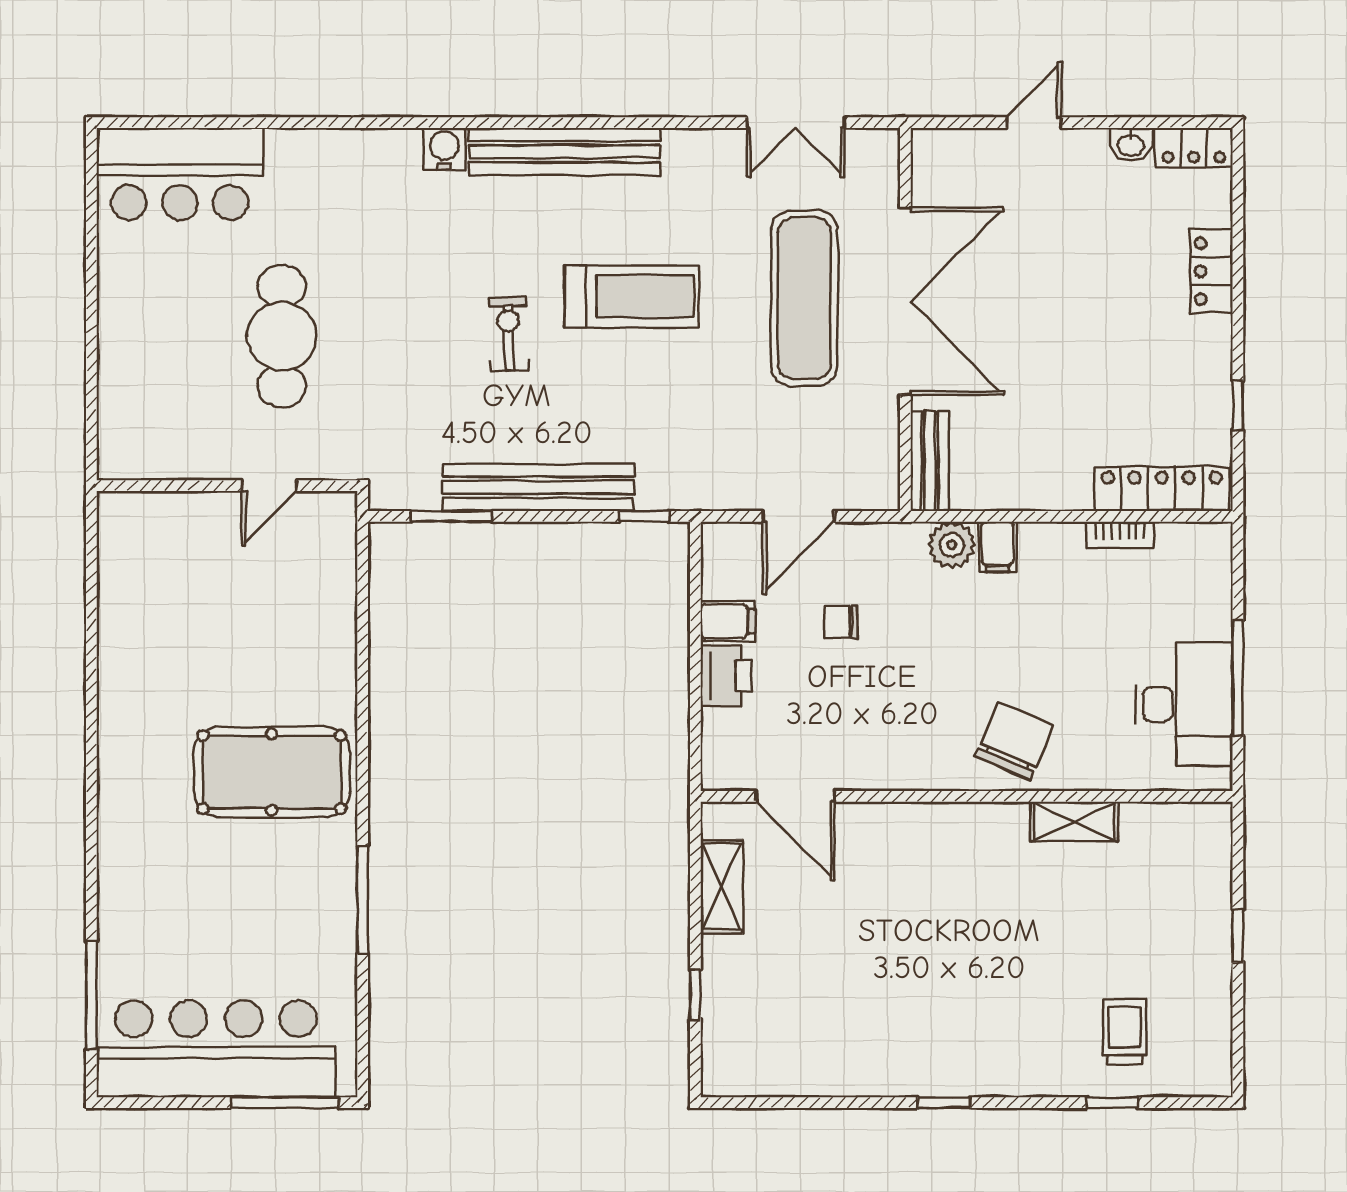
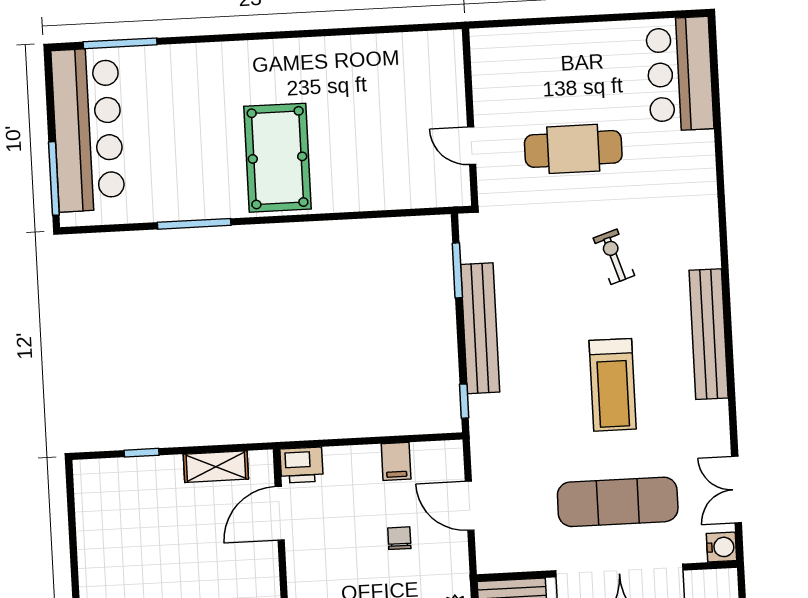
water cooler: (444, 149) -> (722, 547), moved
exercise bike: (509, 334) -> (614, 257), moved, turned -106
printer: (726, 676) -> (302, 465), moved

